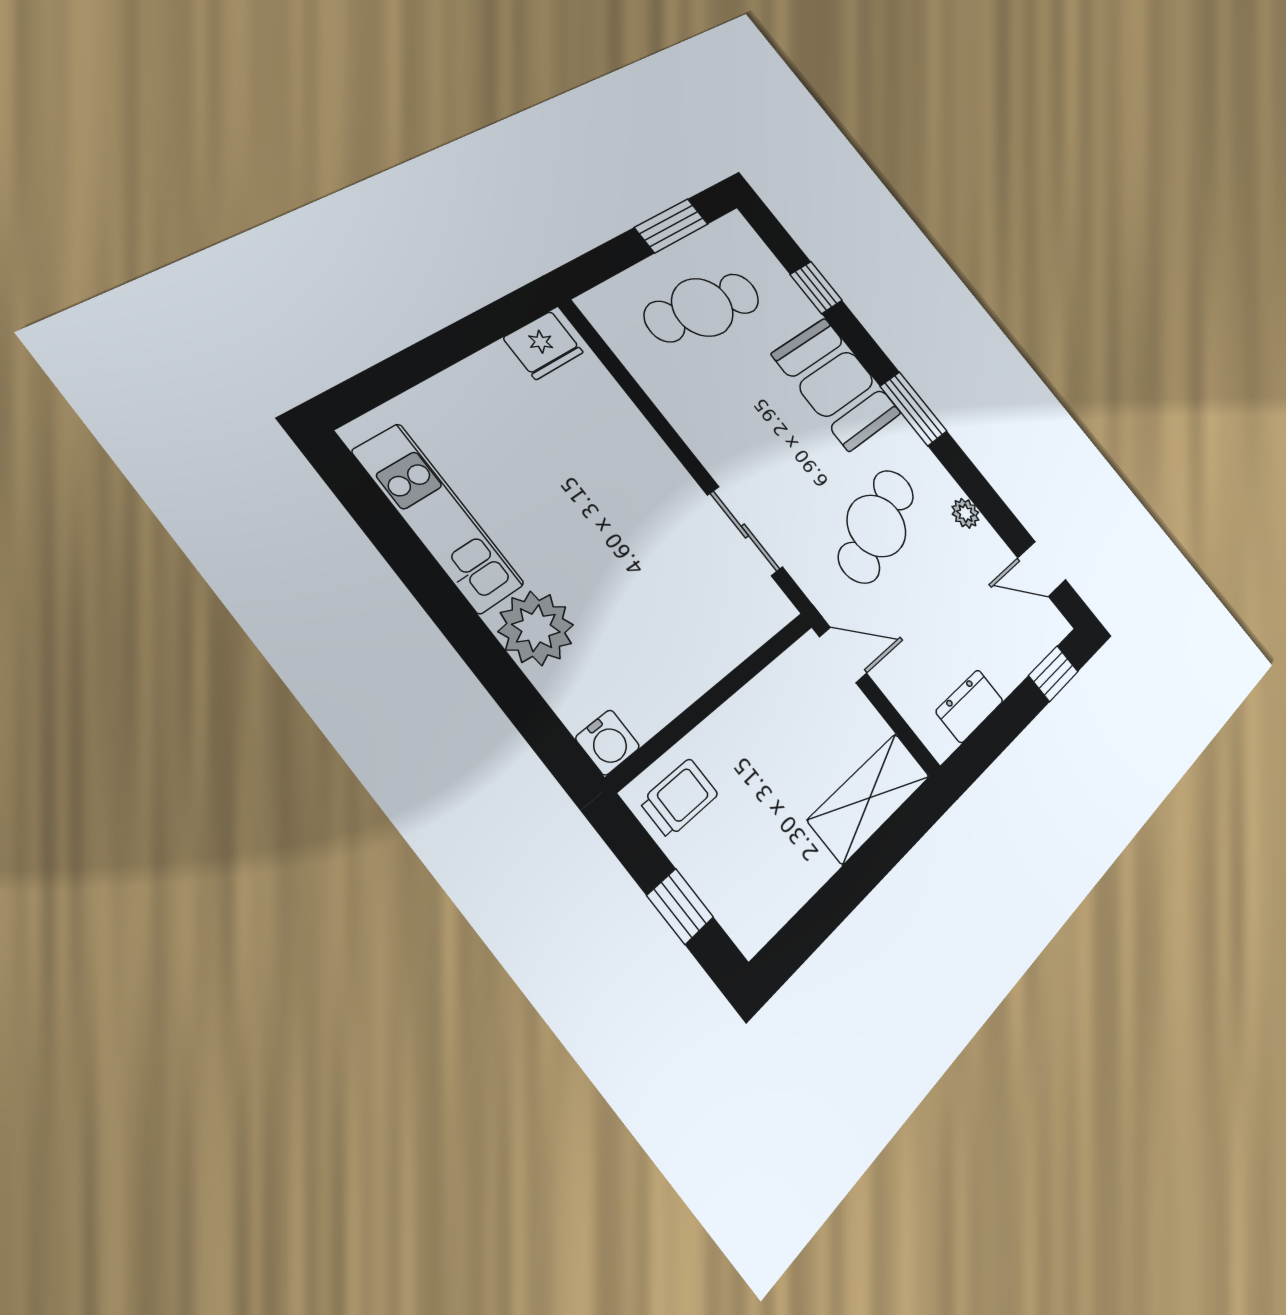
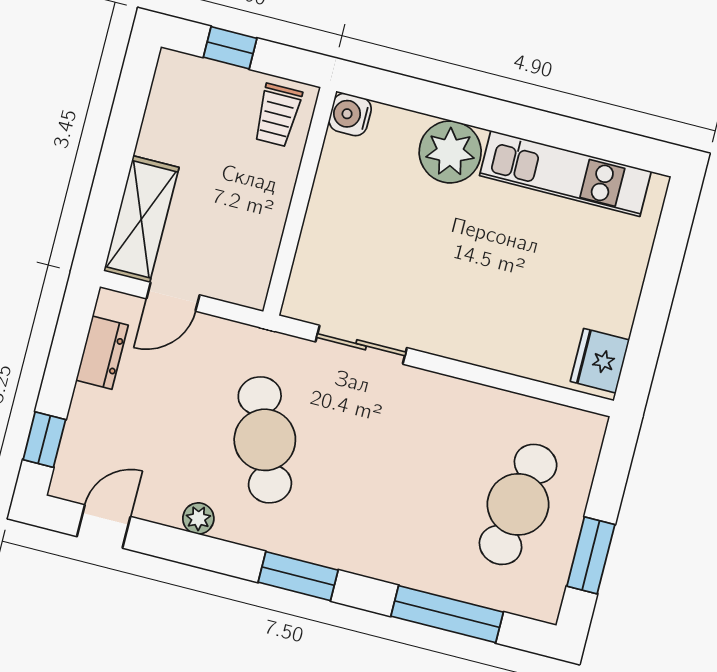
window: (816, 287) -> (447, 614), width x2.17
booth: (837, 384) -> (374, 538), removed
door: (843, 655) -> (173, 297), moved

